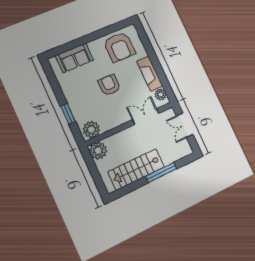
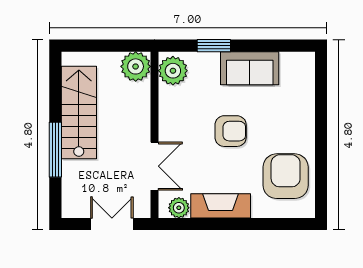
armchair: (119, 47) -> (286, 176), turned 90
sofa: (74, 58) -> (250, 68), moved, turned -90

